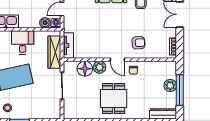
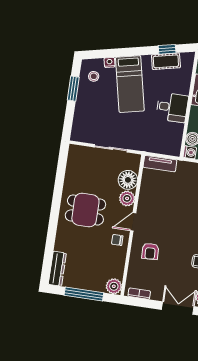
wardrobe: (54, 52) -> (154, 145), removed
plant: (170, 86) -> (114, 286), moved

